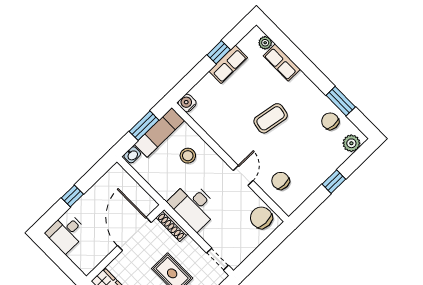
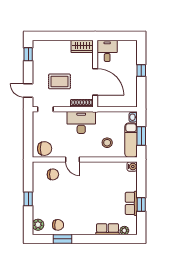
coffee table: (271, 118) -> (87, 198), removed
desk: (66, 232) -> (107, 51), moved

